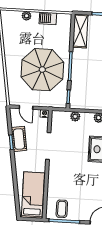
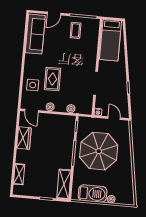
barbecue: (48, 18) -> (93, 194), width x1.88, depth x1.53
cot: (19, 139) -> (121, 90), removed
coffee table: (62, 209) -> (76, 30), moved

